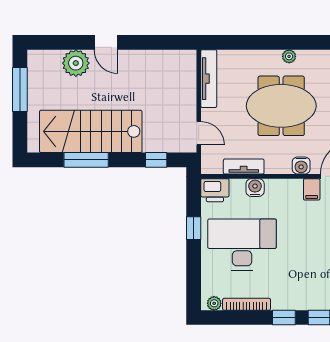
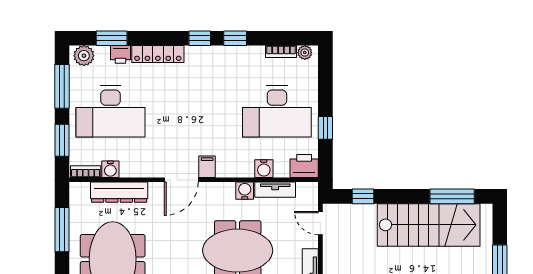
window: (86, 160) -> (452, 196), moved
water cooler: (301, 166) -> (245, 191), moved
bookcase: (247, 304) -> (281, 52), width x0.64

